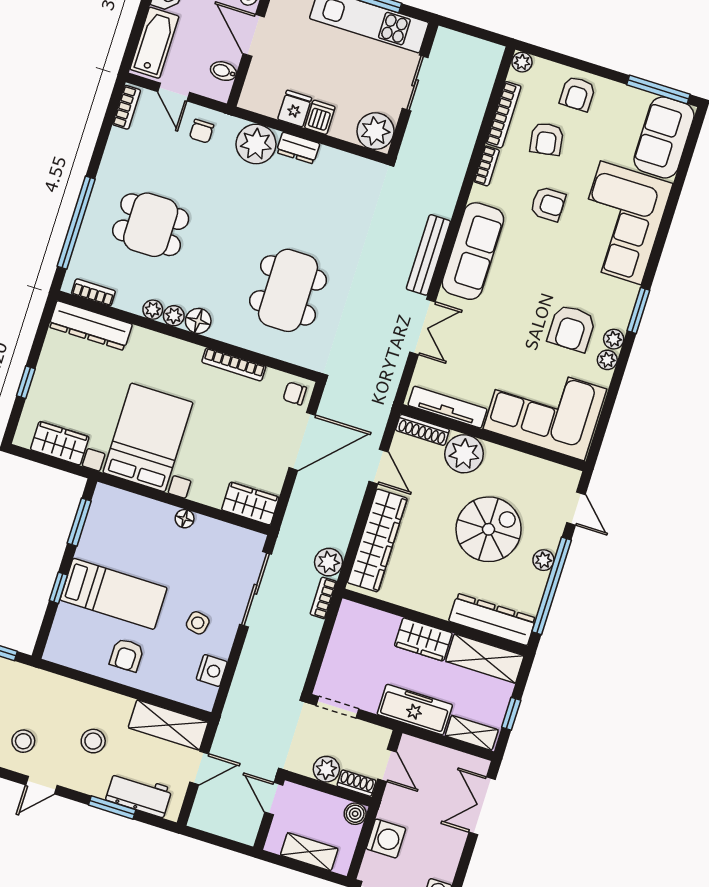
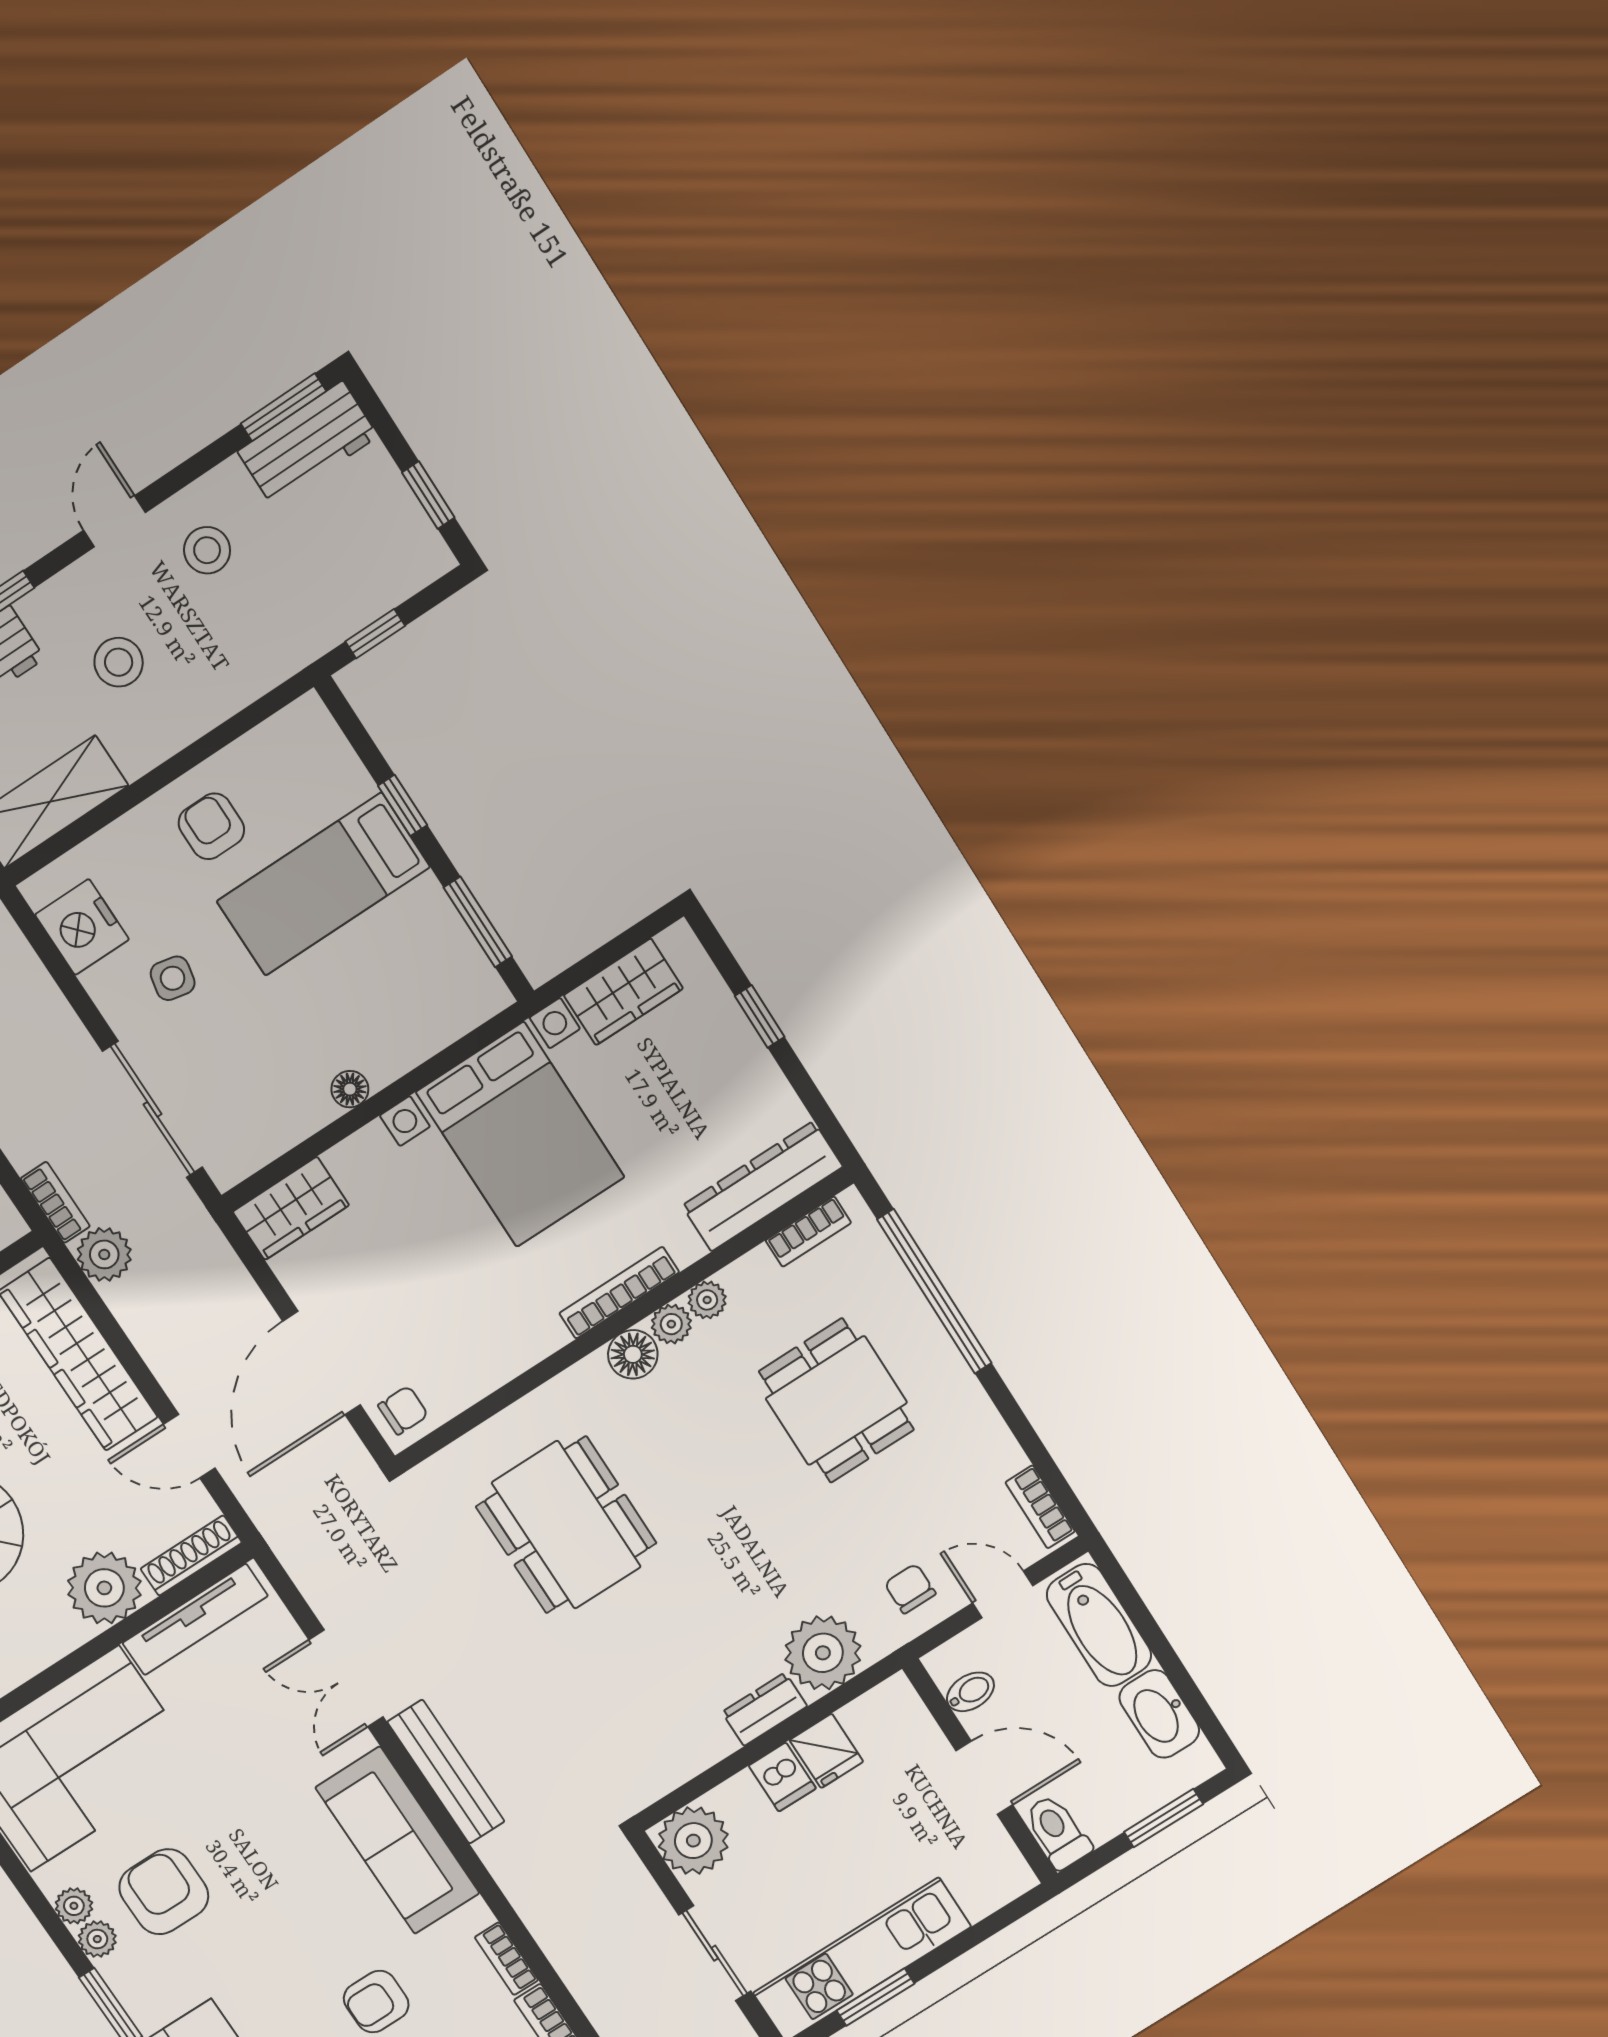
dining table: (151, 225) -> (836, 1401), turned 90
bookcase: (234, 364) -> (619, 1293), moved
nightstand: (212, 671) -> (82, 927), width x1.36, depth x1.33

